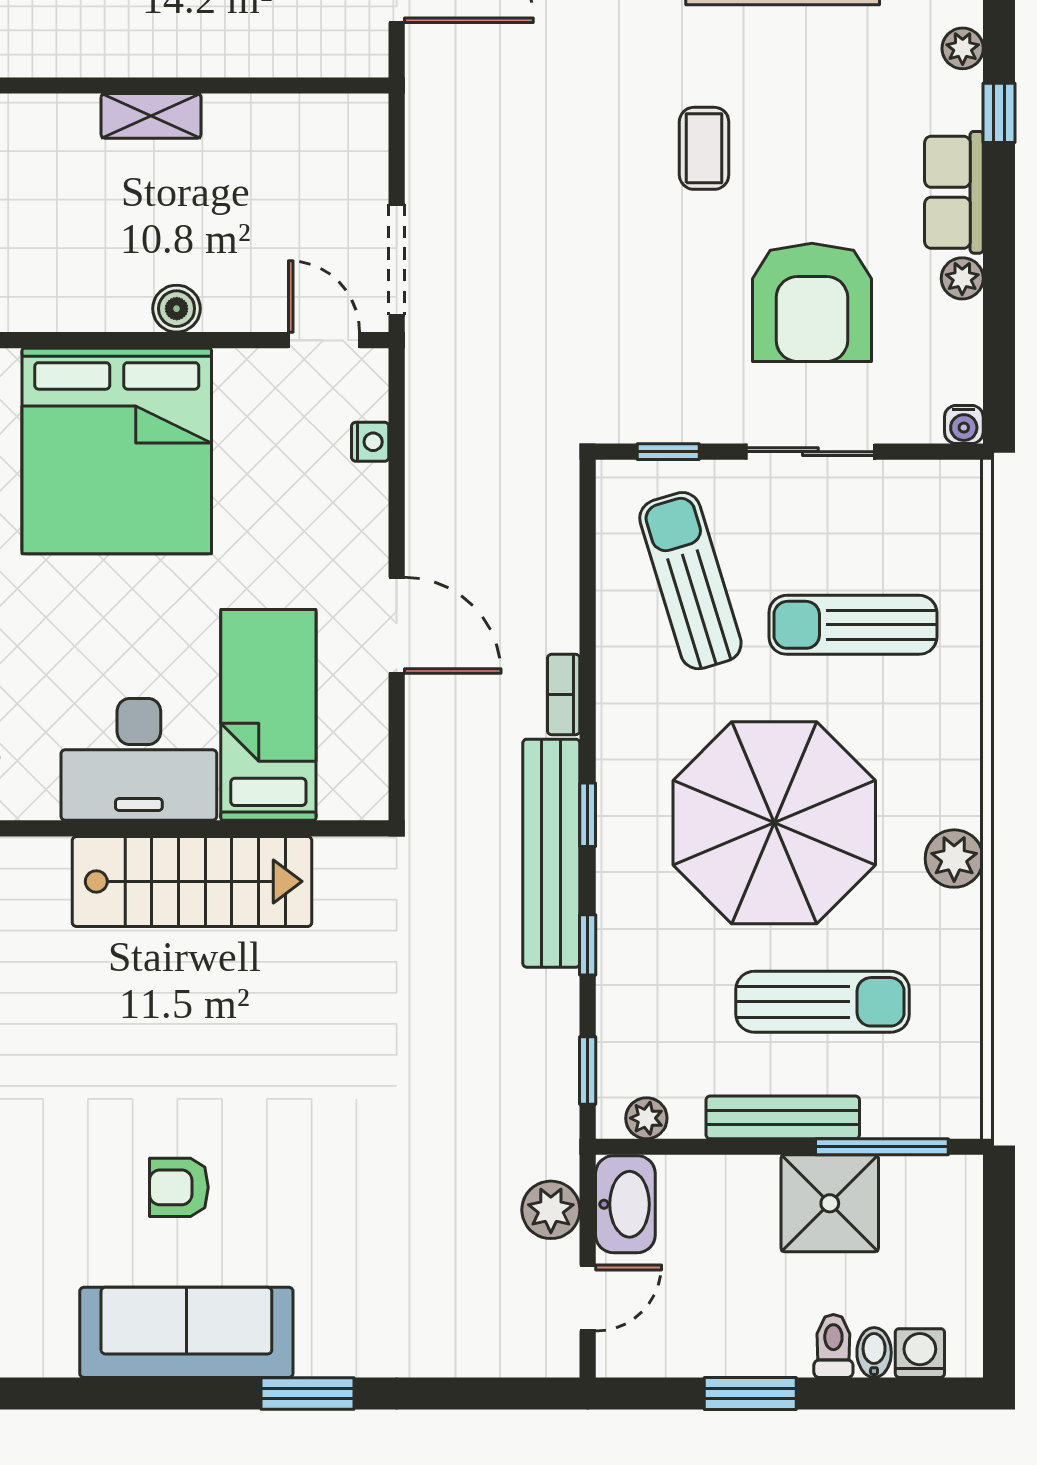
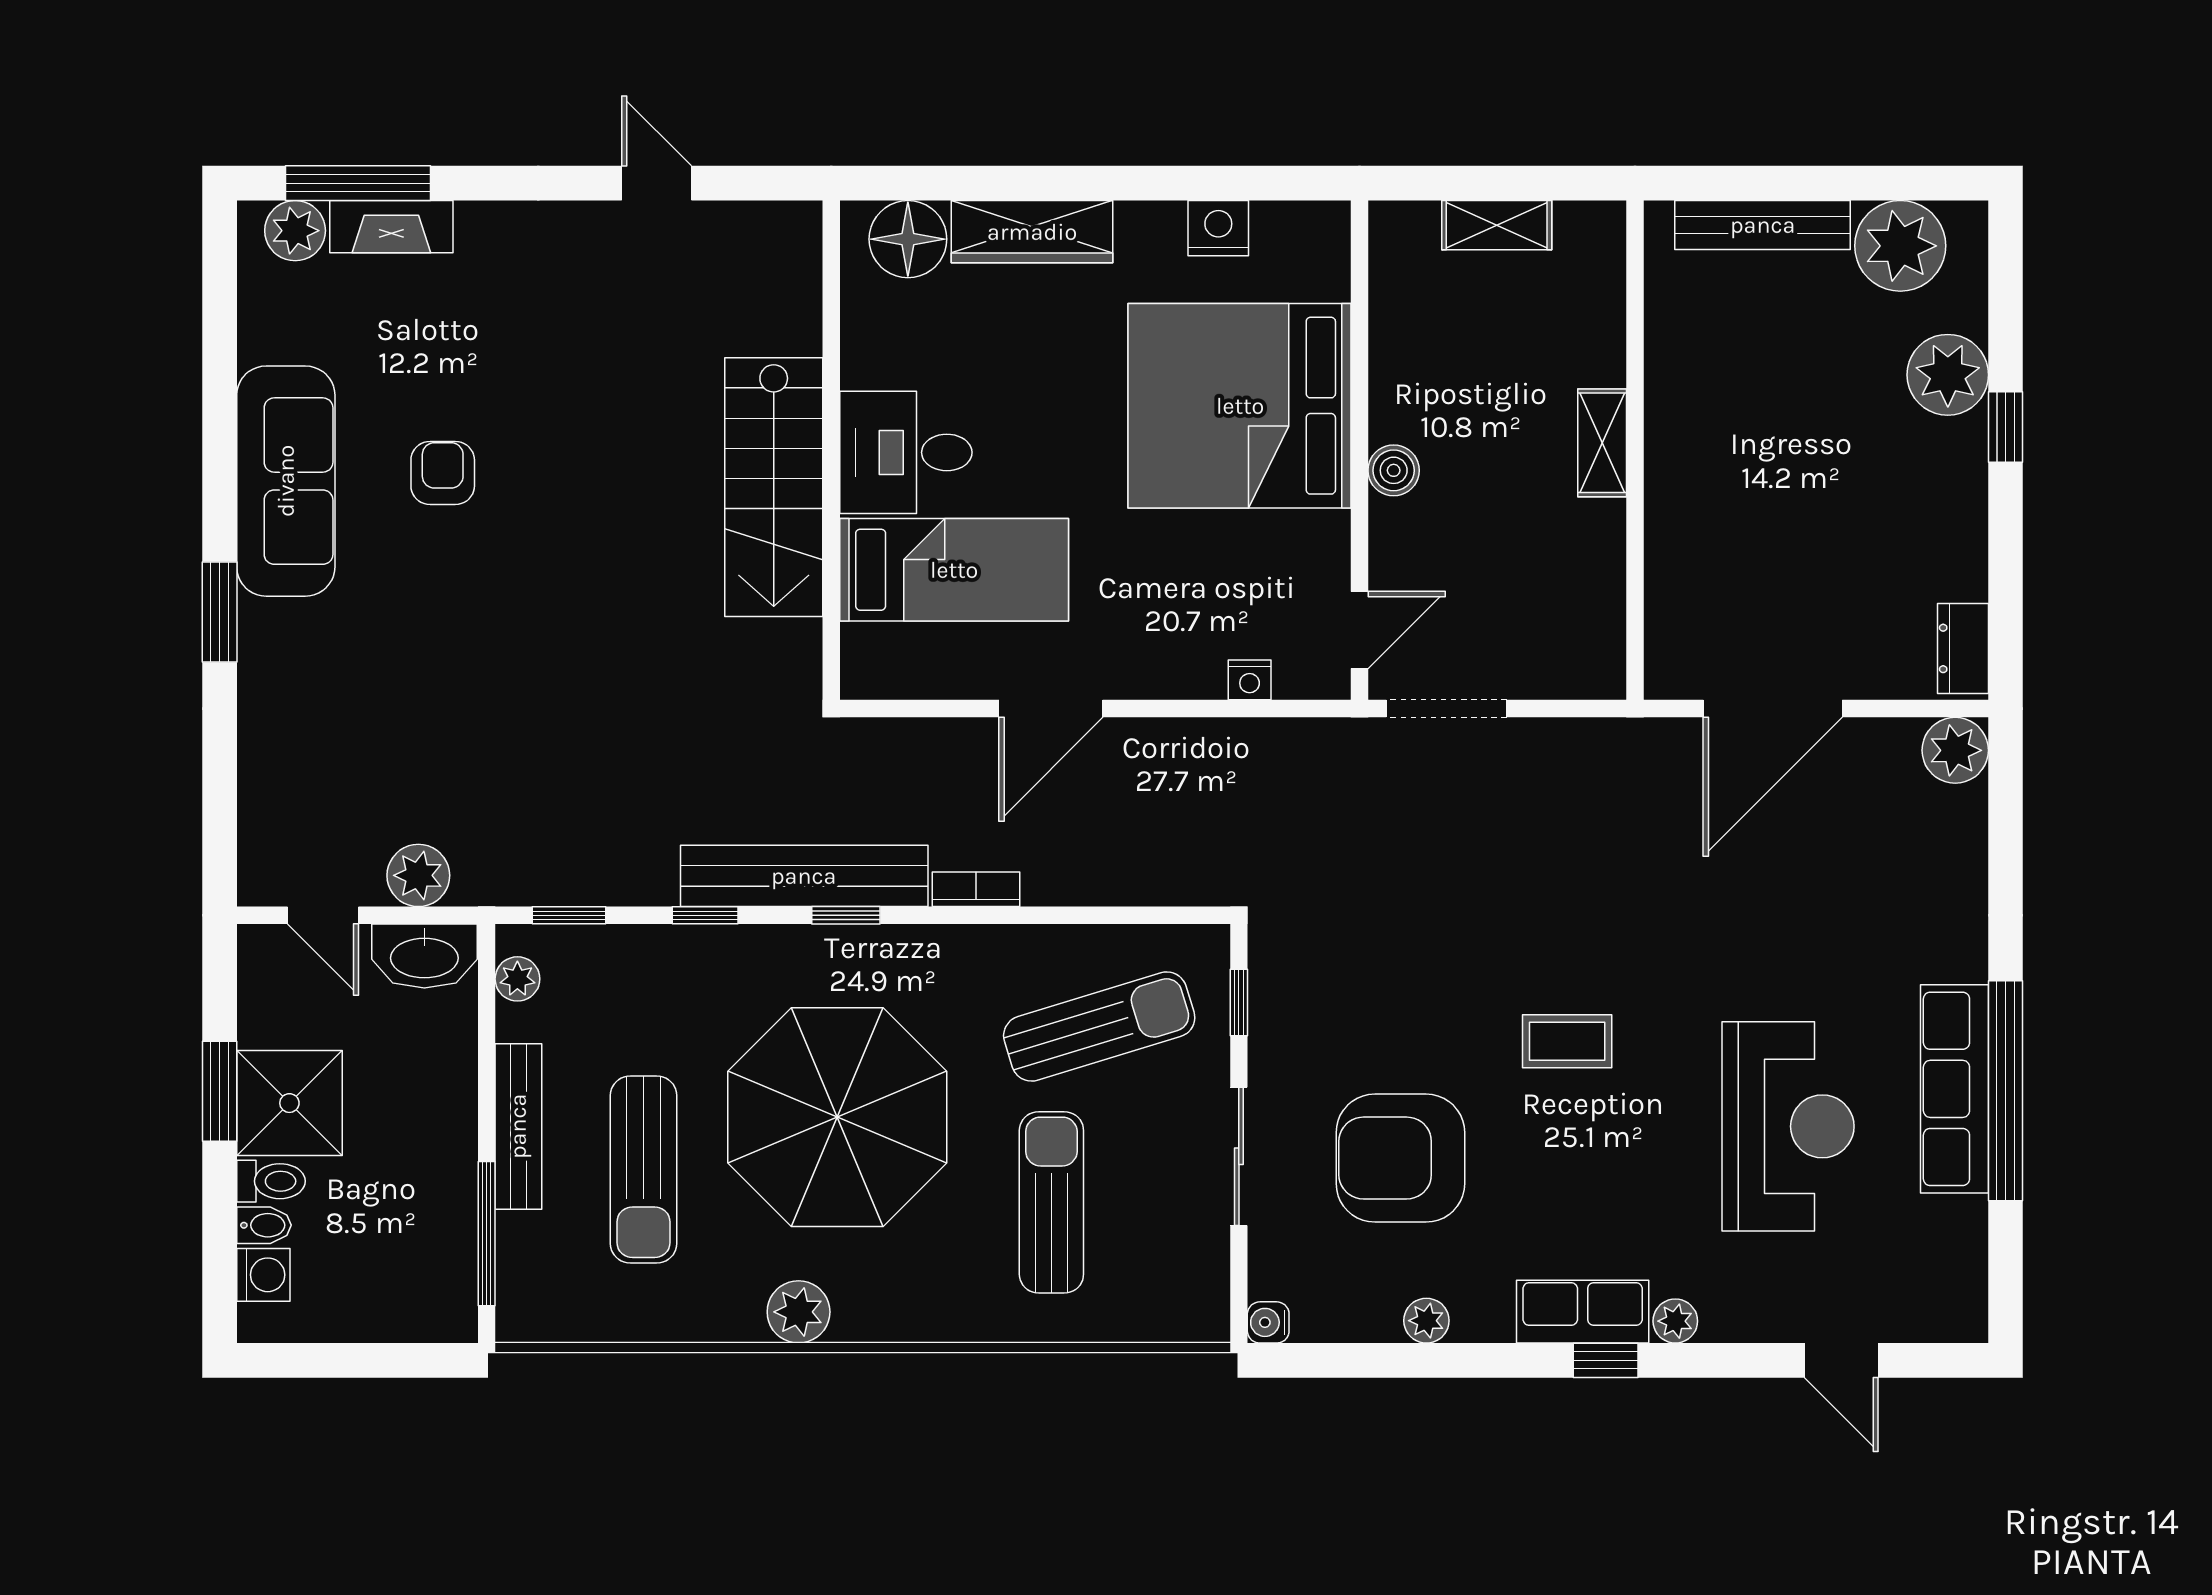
row of seats: (954, 192) -> (1583, 1312), moved
desk: (139, 759) -> (906, 452), width x0.73
shower: (830, 1203) -> (289, 1103), moved

